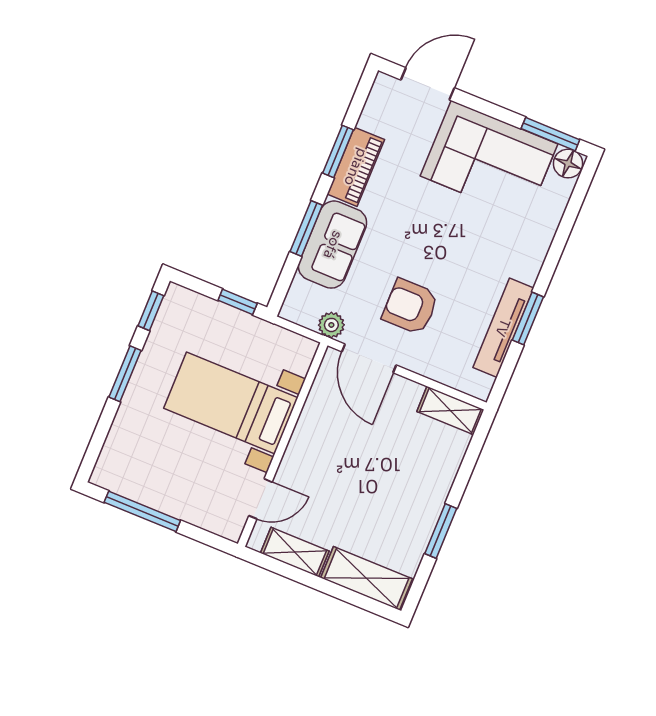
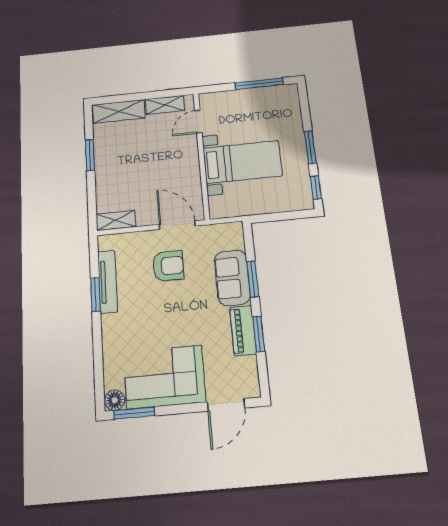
window: (238, 302) -> (269, 217), removed
plant: (331, 325) -> (209, 232), removed

